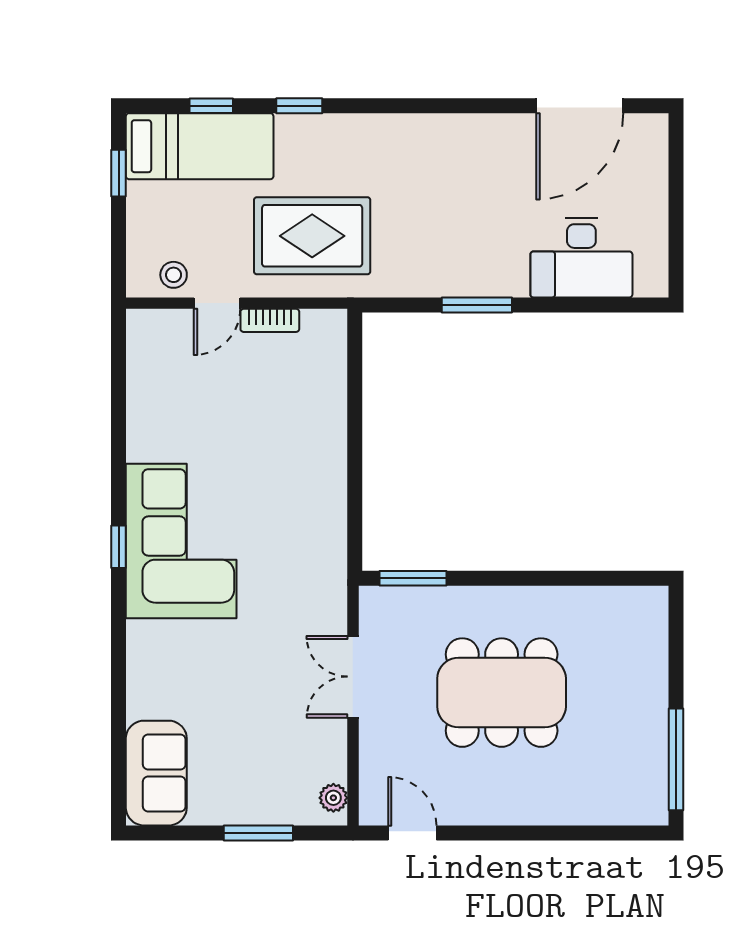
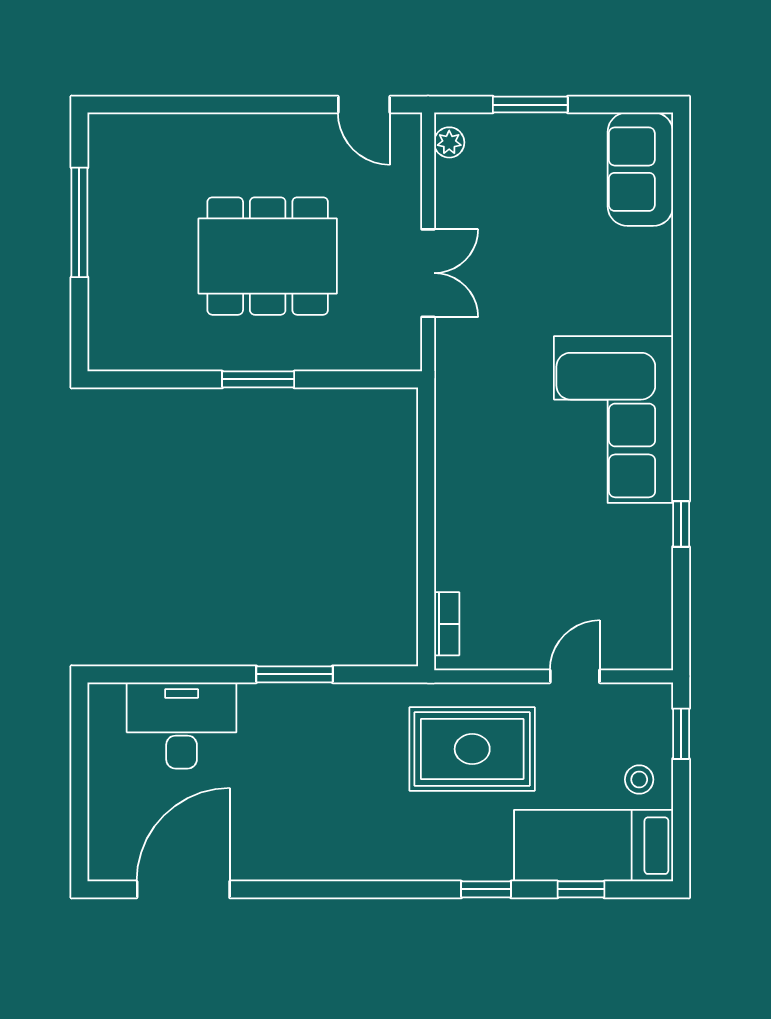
window: (119, 173) -> (681, 734), moved
stool: (174, 275) -> (639, 780), moved
bookcase: (270, 320) -> (447, 624), moved, turned 90
window: (119, 547) -> (681, 524), moved
window: (413, 578) -> (258, 379), moved
window: (676, 759) -> (79, 222), moved

